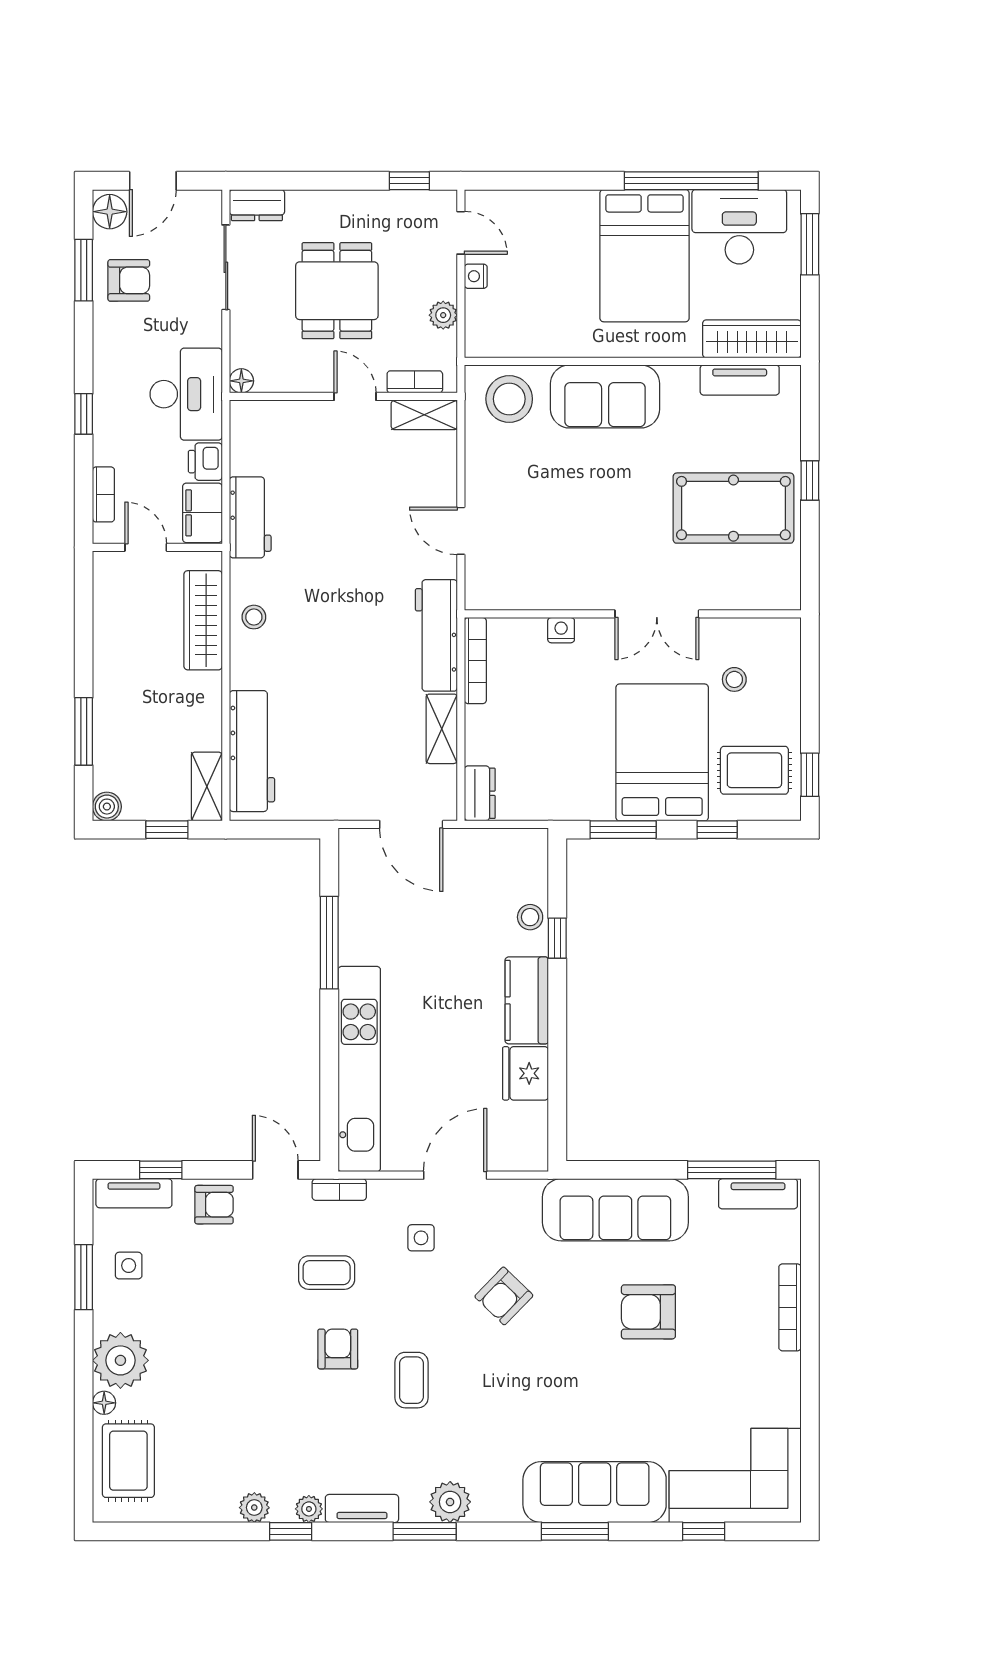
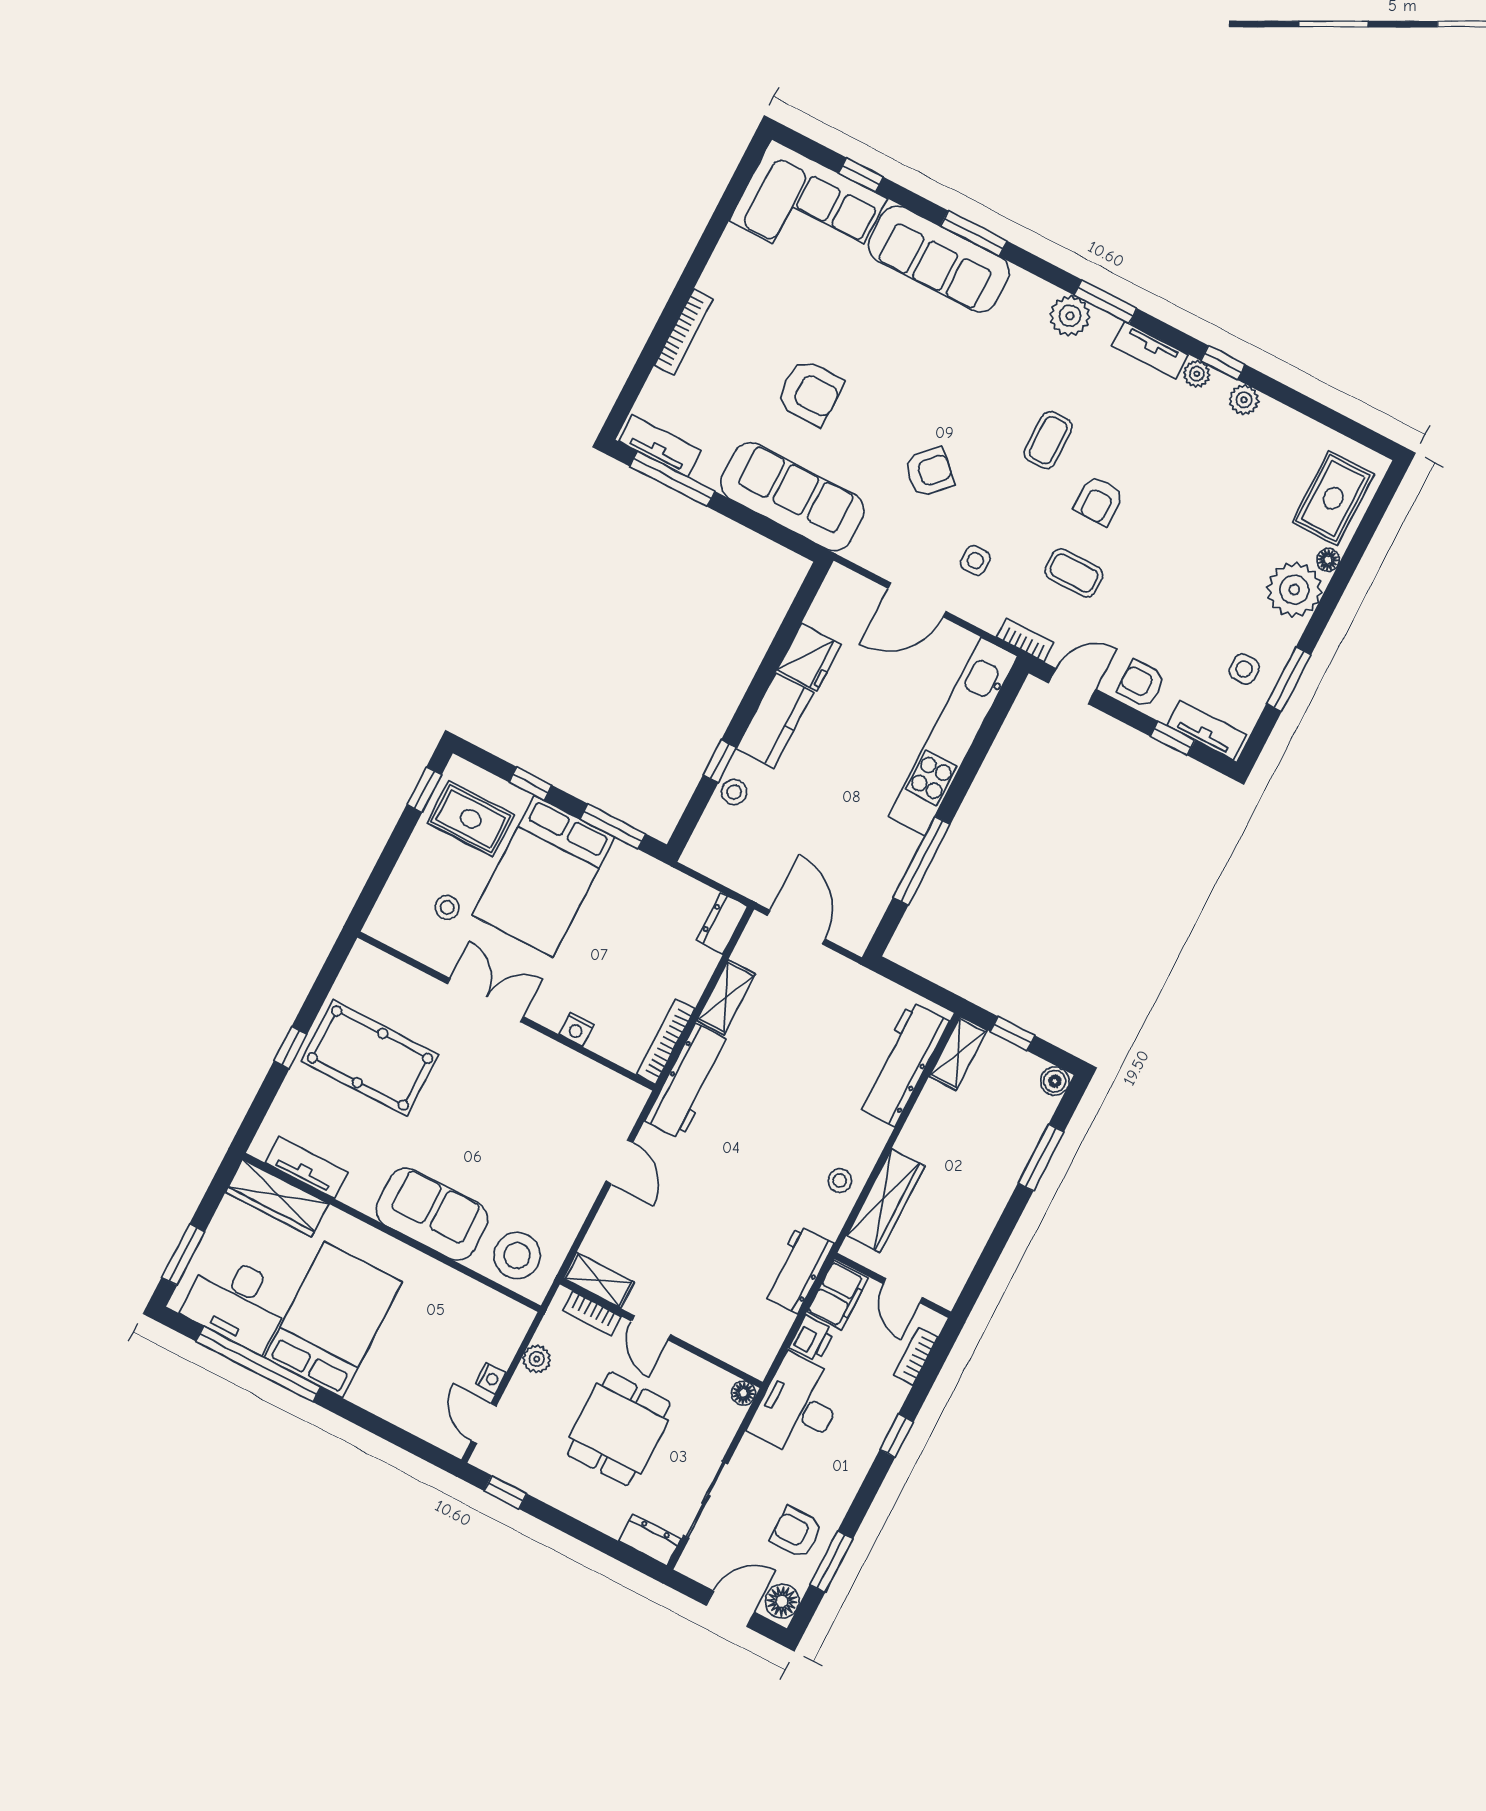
door: (275, 1170) -> (1072, 686), swing flipped

